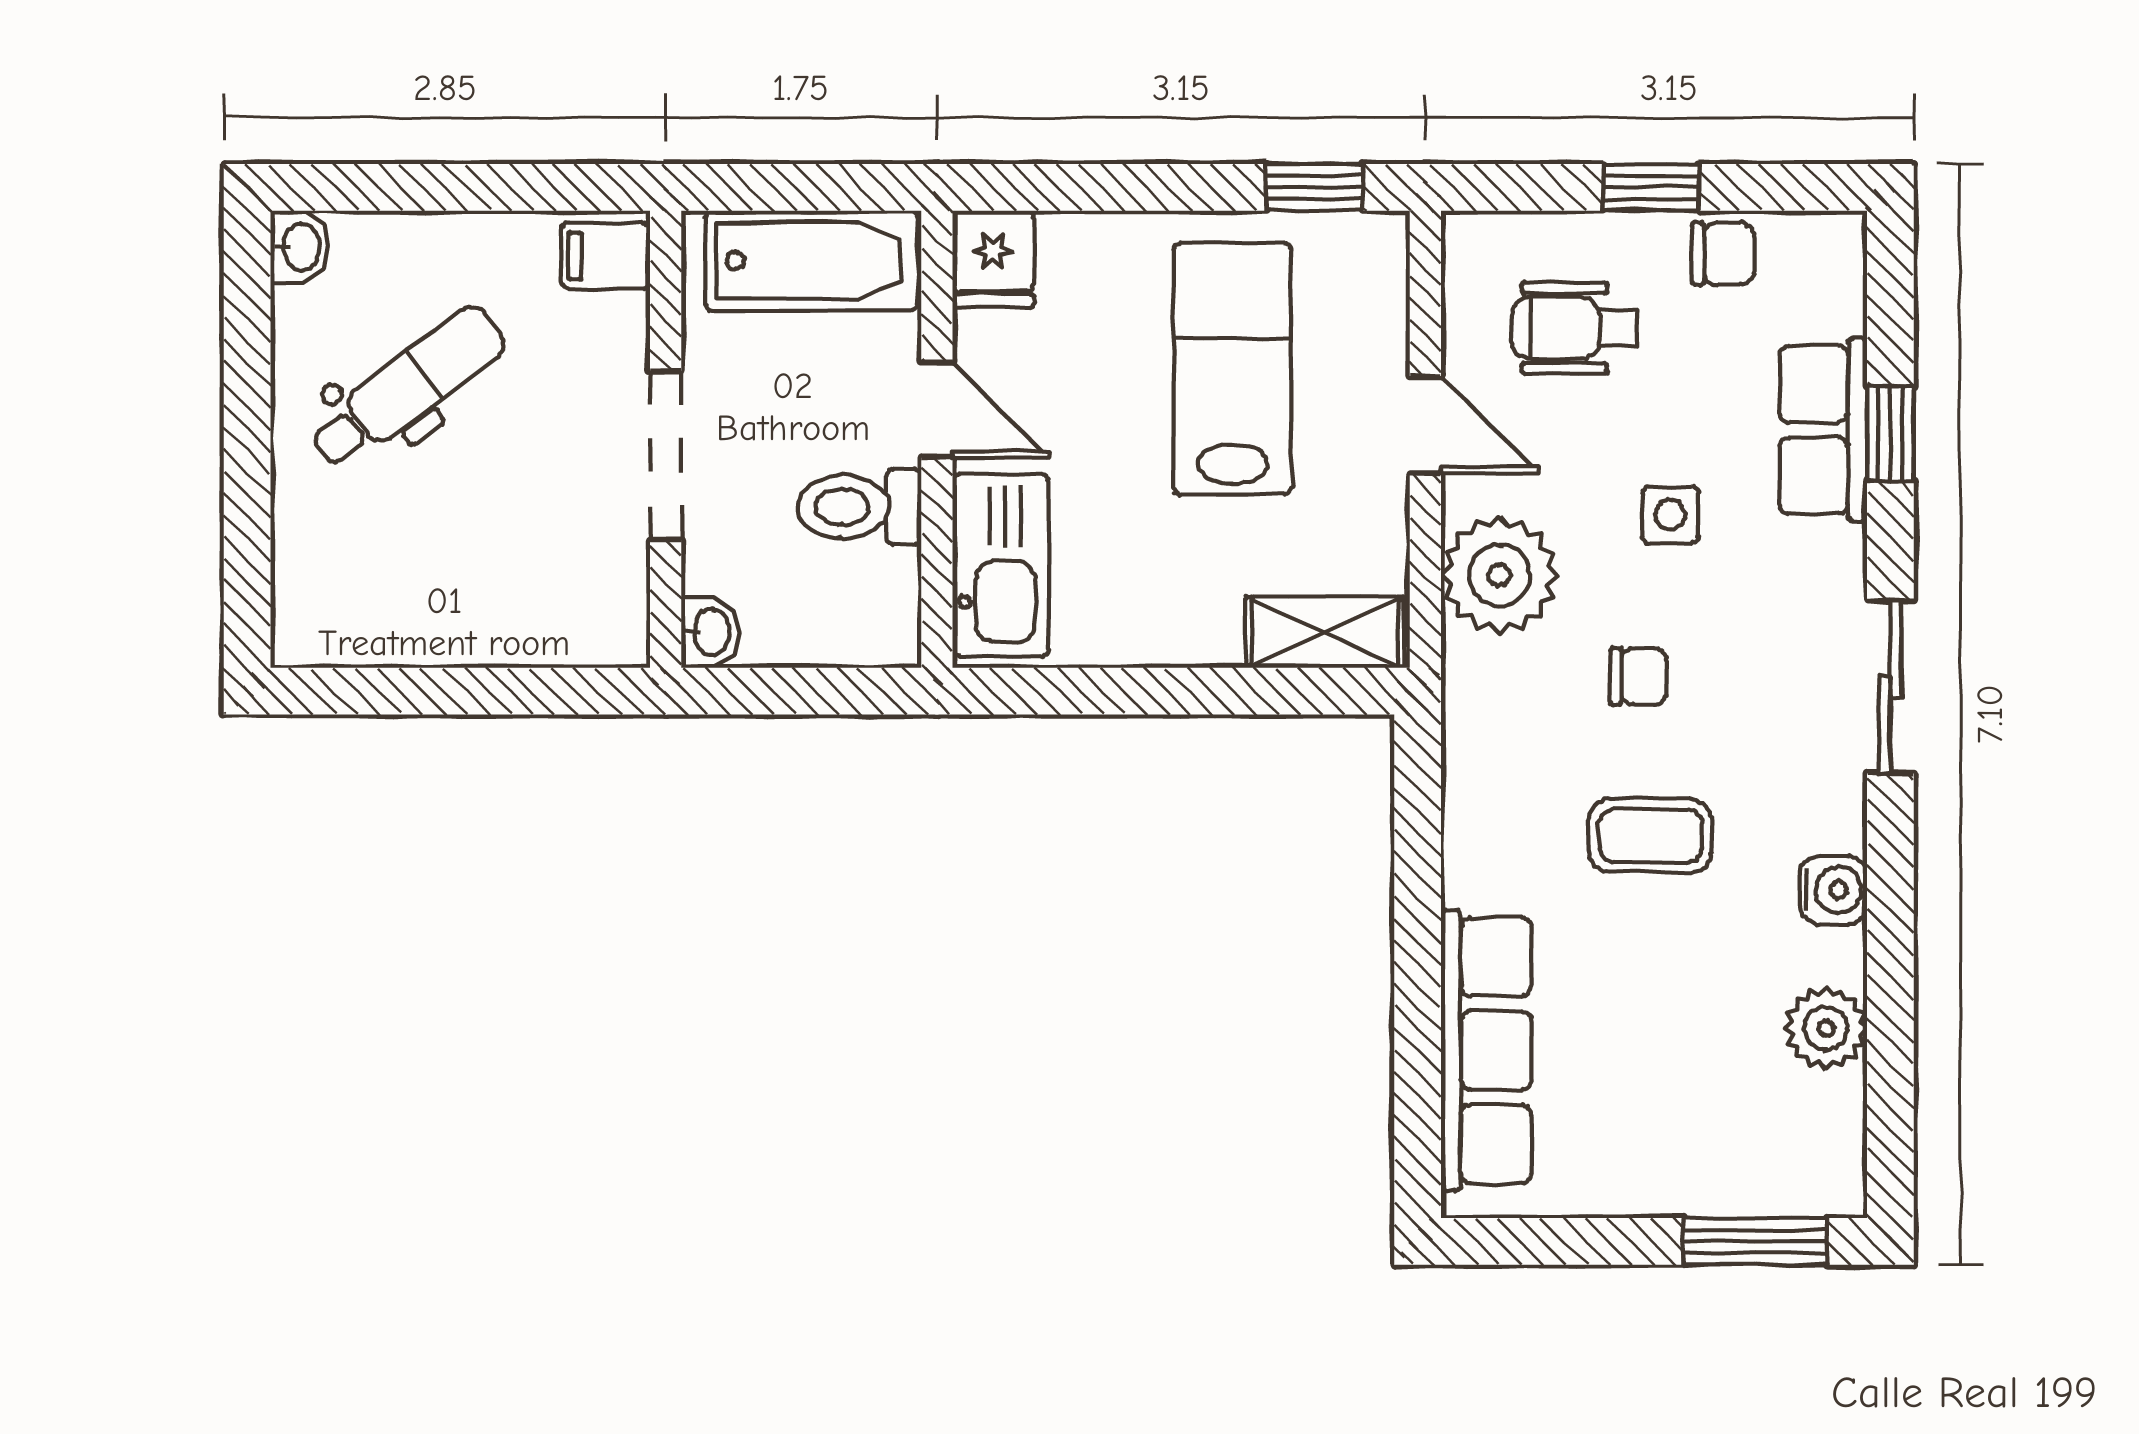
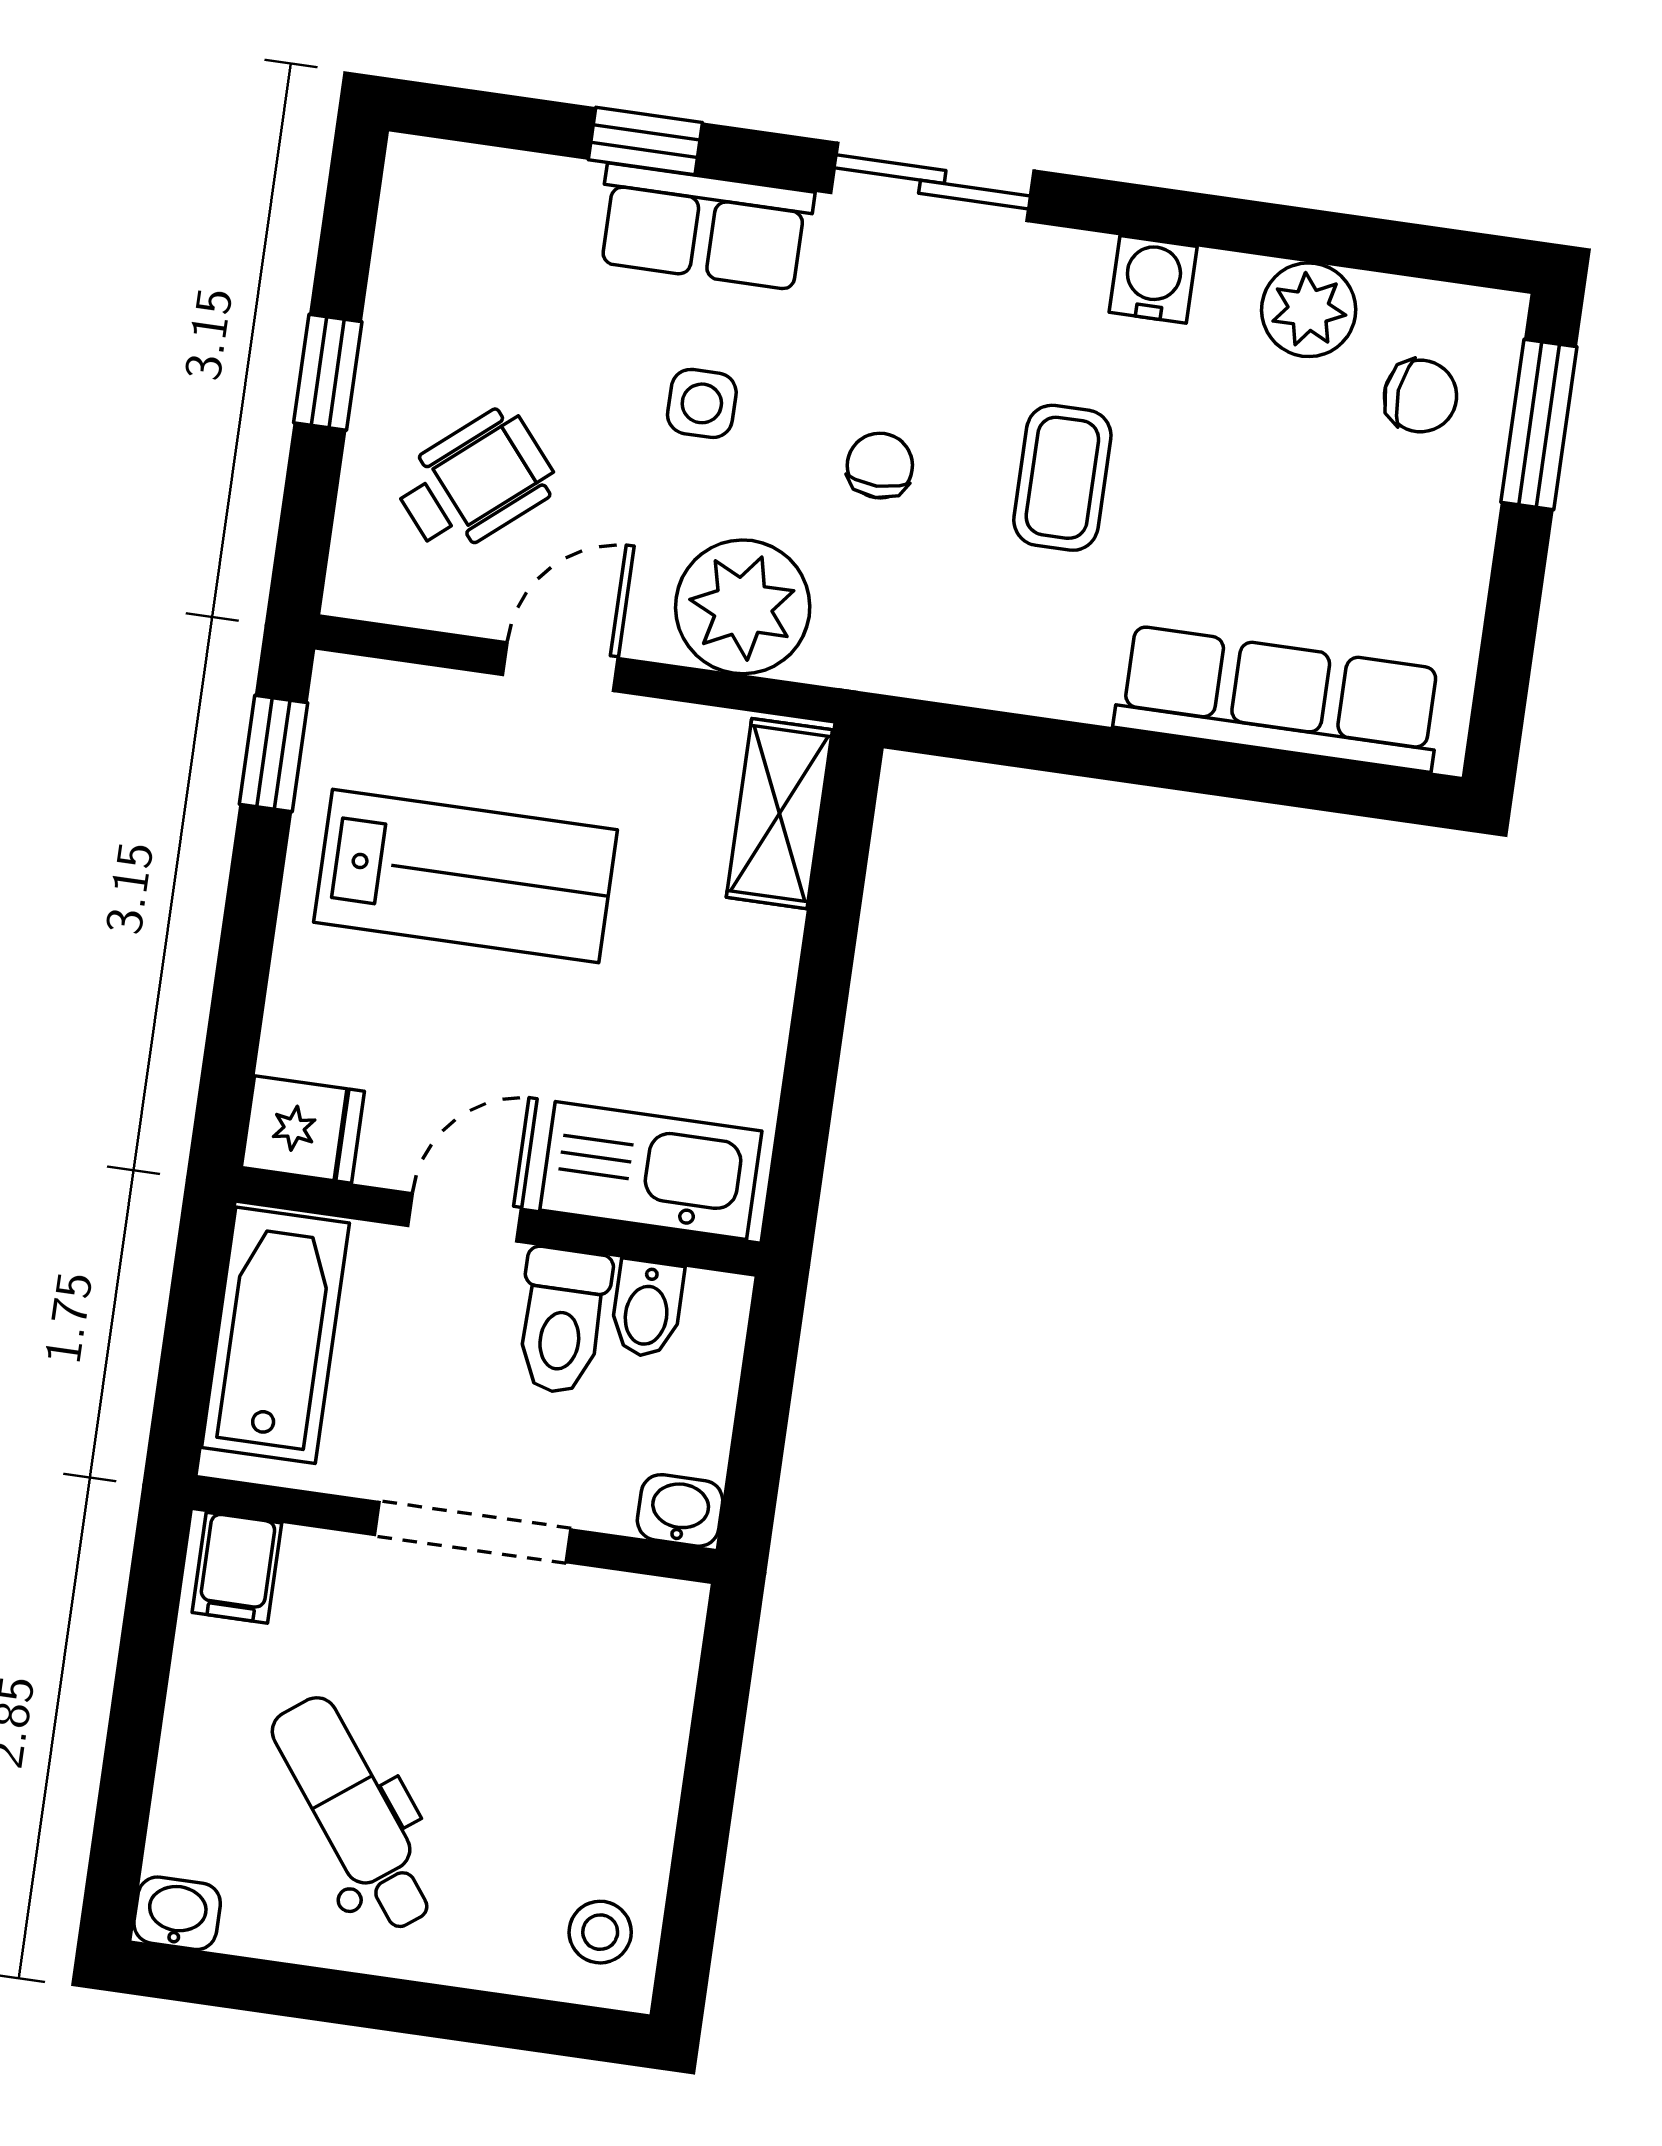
chair: (1723, 254) -> (1420, 396), moved, turned 96
wheelchair: (1574, 328) -> (475, 482), turned -130
lab bench: (1232, 369) -> (466, 876), turned 180
row of seats: (1823, 430) -> (704, 227), moved
bidet: (880, 579) -> (647, 1309), added
stool: (335, 615) -> (600, 1932), added

